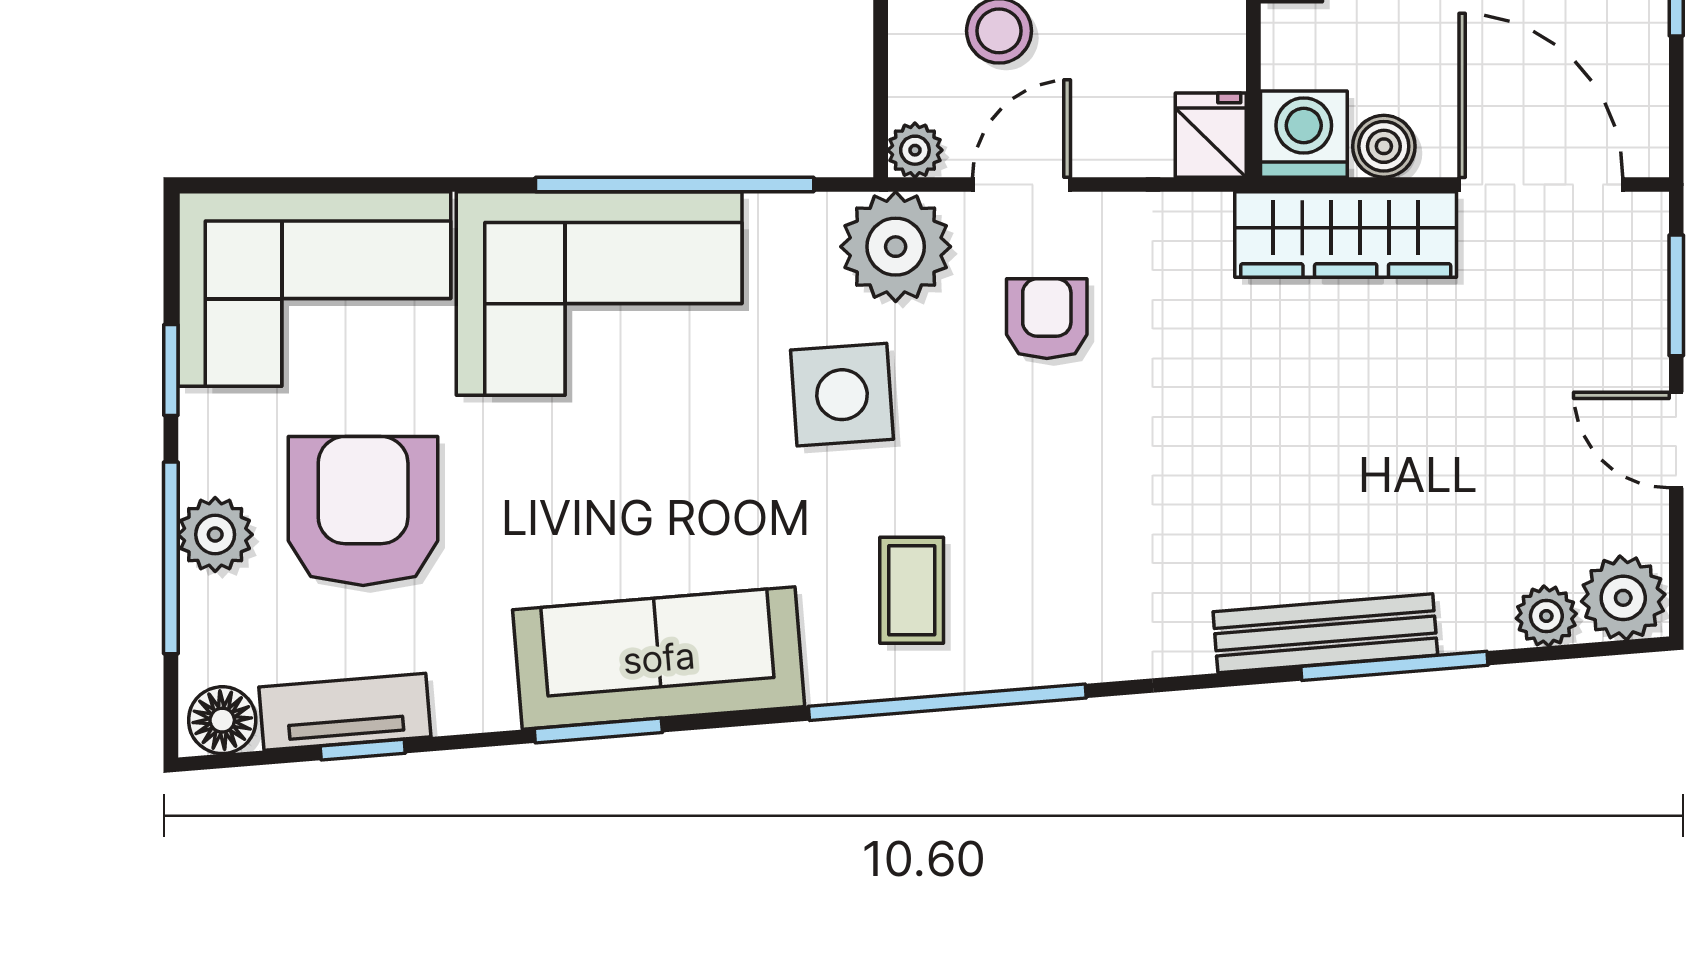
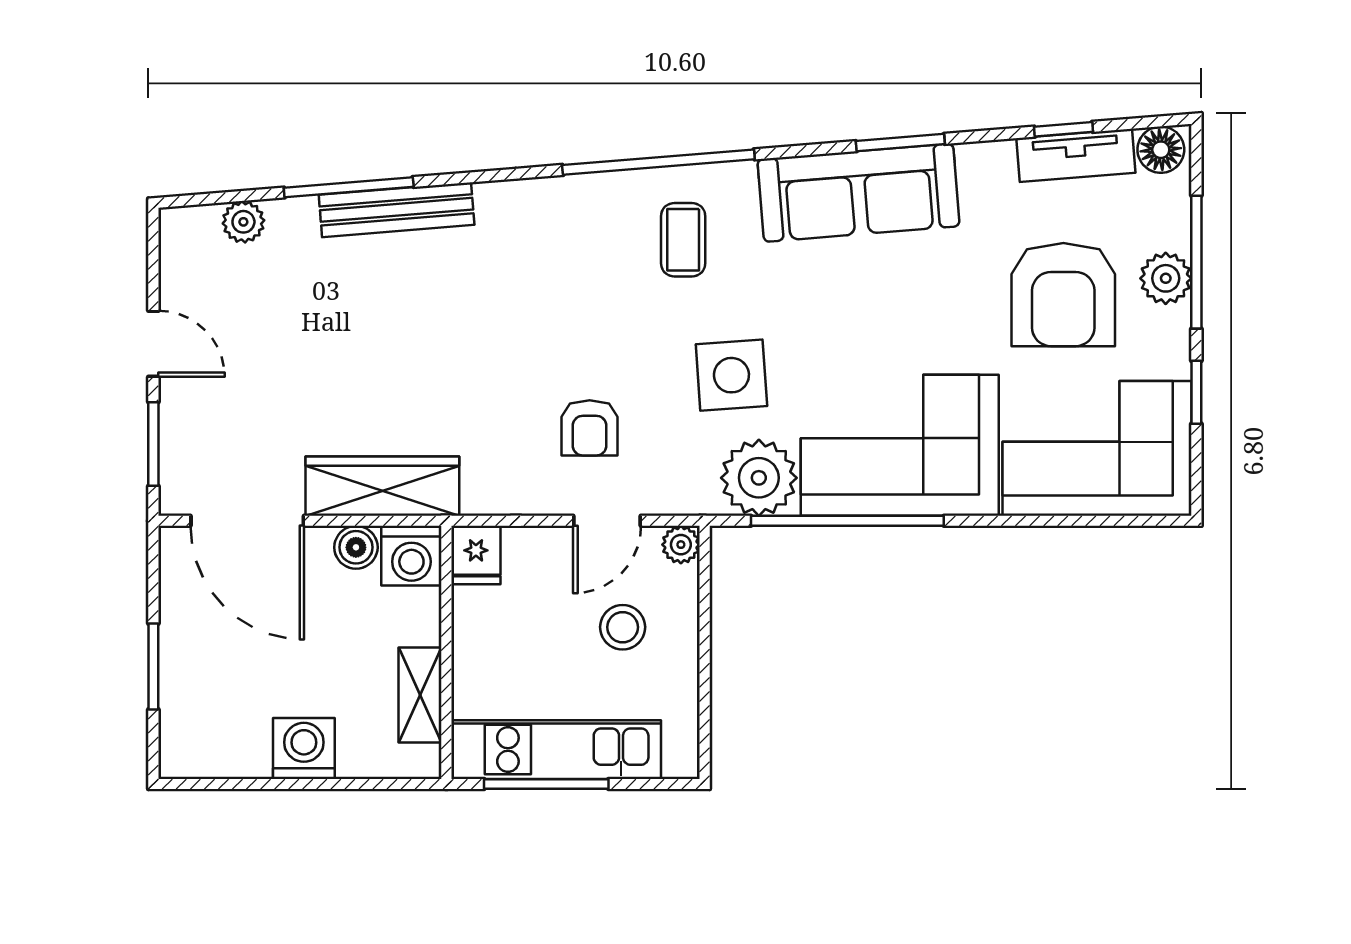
plant: (896, 247) -> (759, 478), moved
plant: (1623, 598) -> (190, 234), removed

